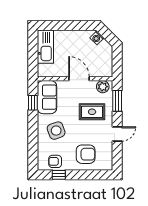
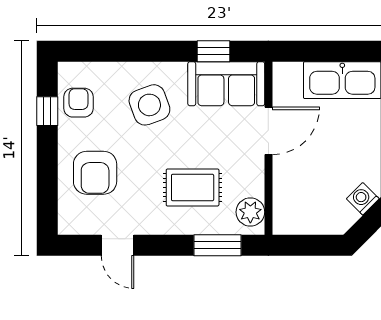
door: (79, 79) -> (268, 131), moved
rug: (92, 112) -> (193, 187), turned 90
door: (117, 134) -> (118, 245), moved

